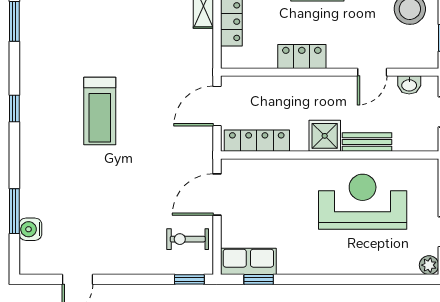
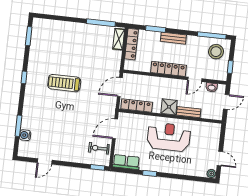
locker: (302, 56) -> (168, 69), width x1.53
treadmill: (100, 111) -> (64, 83), turned 90
reception desk: (363, 202) -> (169, 137), moved
window: (259, 279) -> (150, 173), moved

